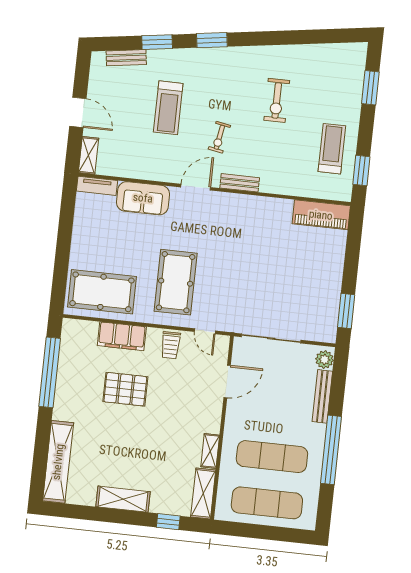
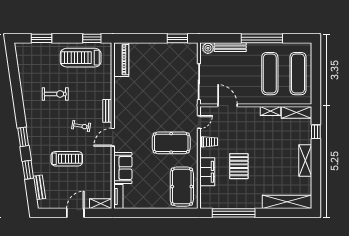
treadmill: (332, 149) -> (81, 58), width x1.37, depth x1.38
door: (196, 187) -> (113, 137), hinge flipped

